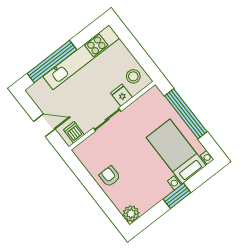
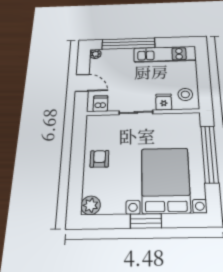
kitchen unit: (81, 57) -> (165, 54), width x0.73
plant: (33, 91) -> (95, 54), added
bed with nightstands: (176, 152) -> (165, 180), width x1.36

